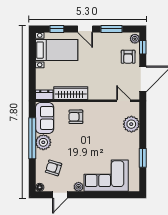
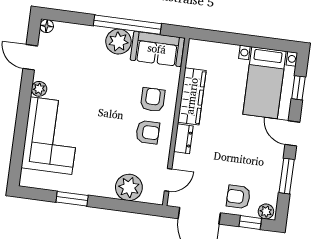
door: (85, 29) -> (292, 133), hinge flipped
dresser: (44, 95) -> (183, 139), moved
armchair: (54, 168) -> (148, 132), moved, turned 73

